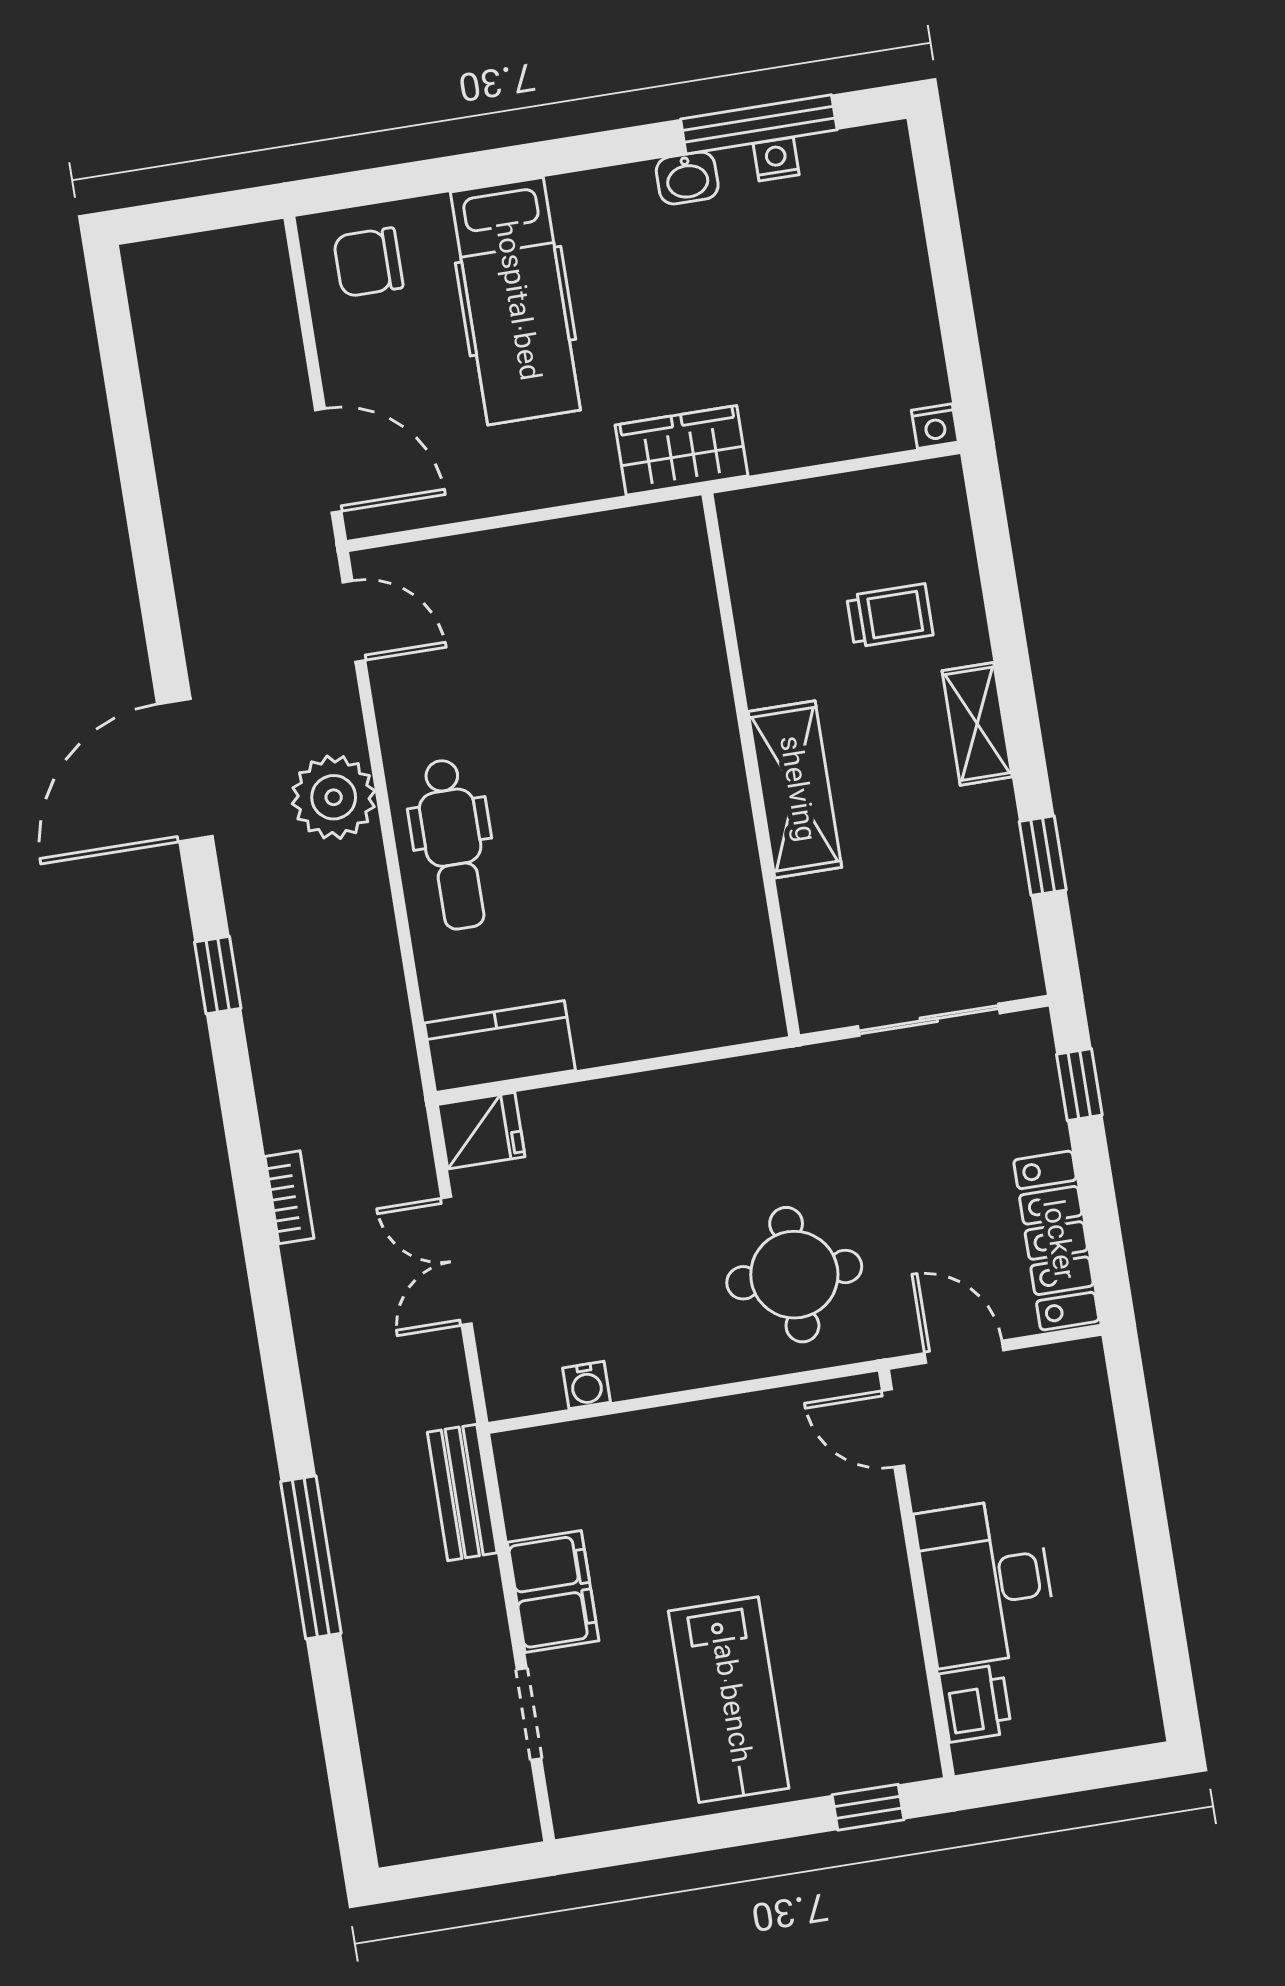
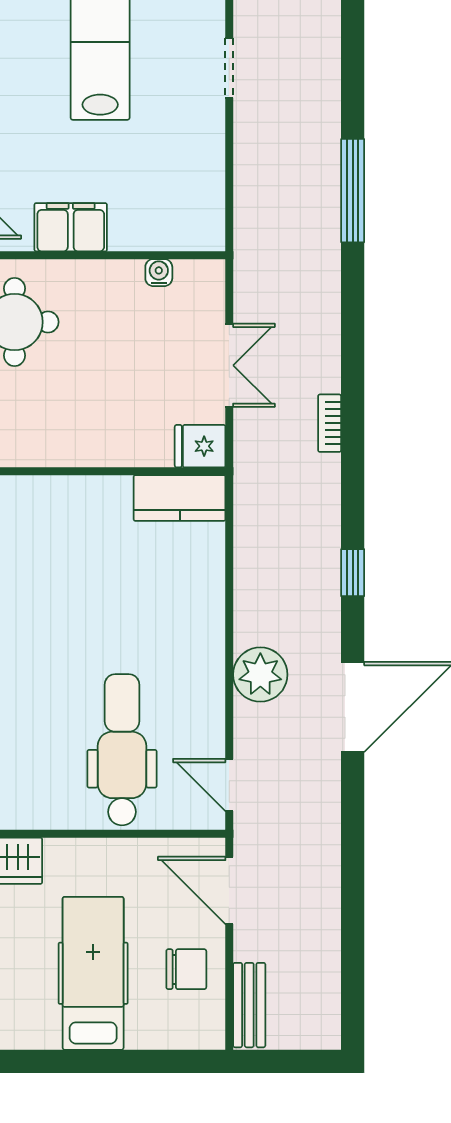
chair: (368, 262) -> (186, 969), moved
dental chair: (453, 844) -> (122, 750), moved, width x1.36, depth x1.38
bench: (462, 1492) -> (249, 1005), moved
filing cabinet: (553, 1591) -> (71, 227), moved, turned 90

